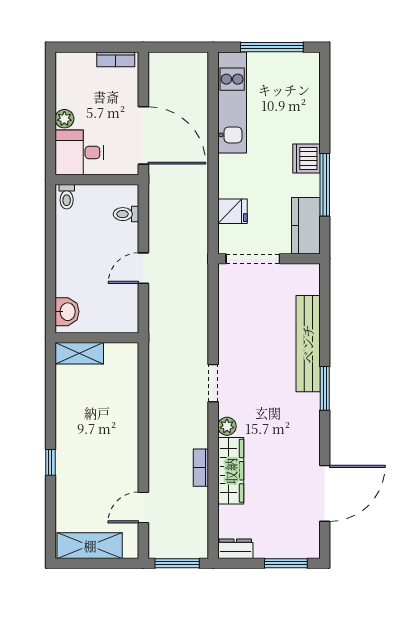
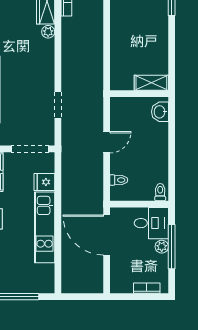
bookcase: (116, 59) -> (147, 288), moved
kitchen unit: (232, 102) -> (45, 227), moved
window: (50, 119) -> (172, 247), added
doorway: (213, 383) -> (58, 105), moved

